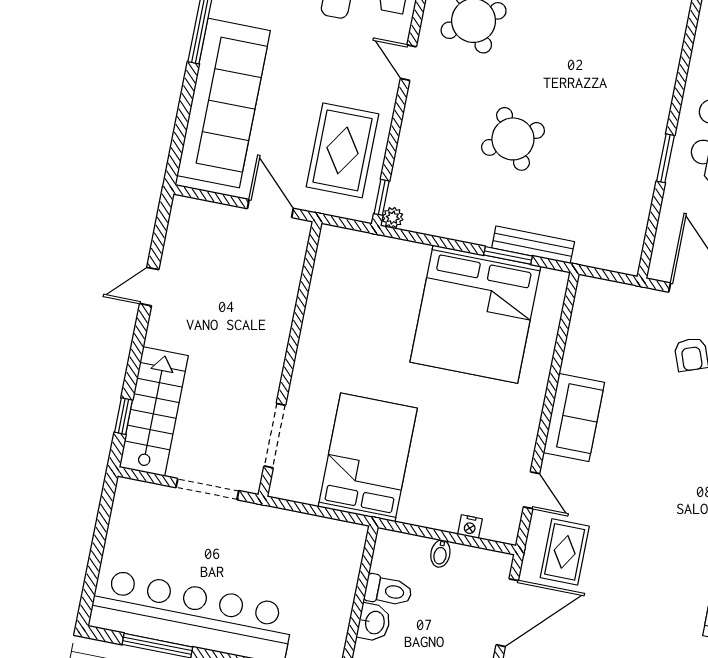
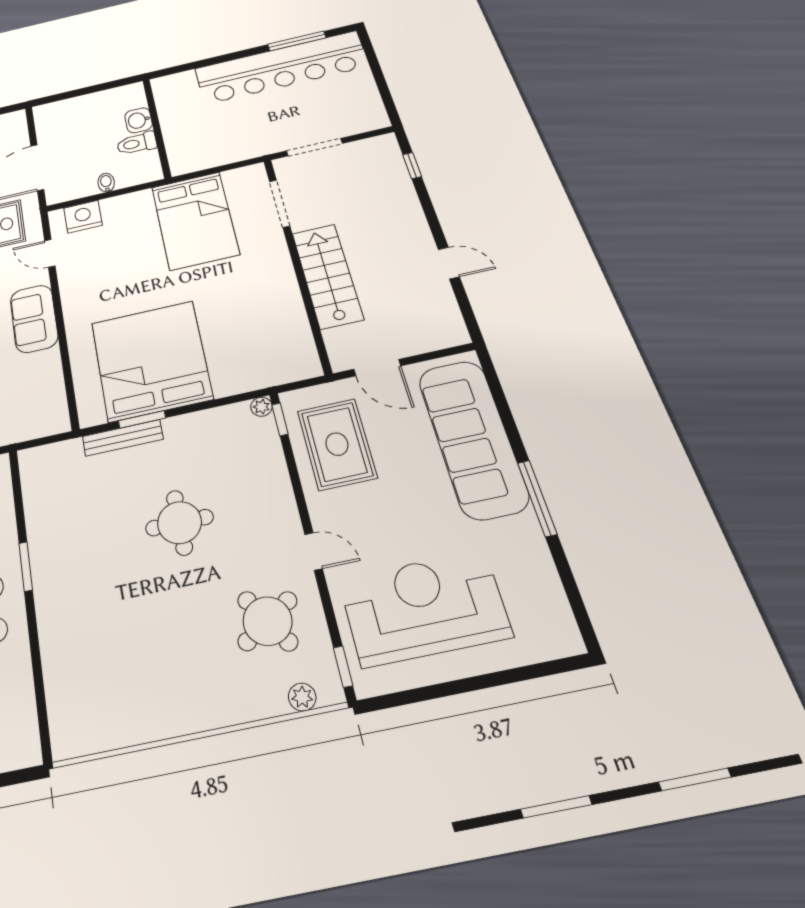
round table: (513, 139) -> (179, 523), turned 31
door: (149, 287) -> (449, 263), hinge flipped
stairs: (154, 411) -> (327, 276), moved, turned 180
nightstand: (470, 527) -> (83, 217), width x1.89, depth x1.79

